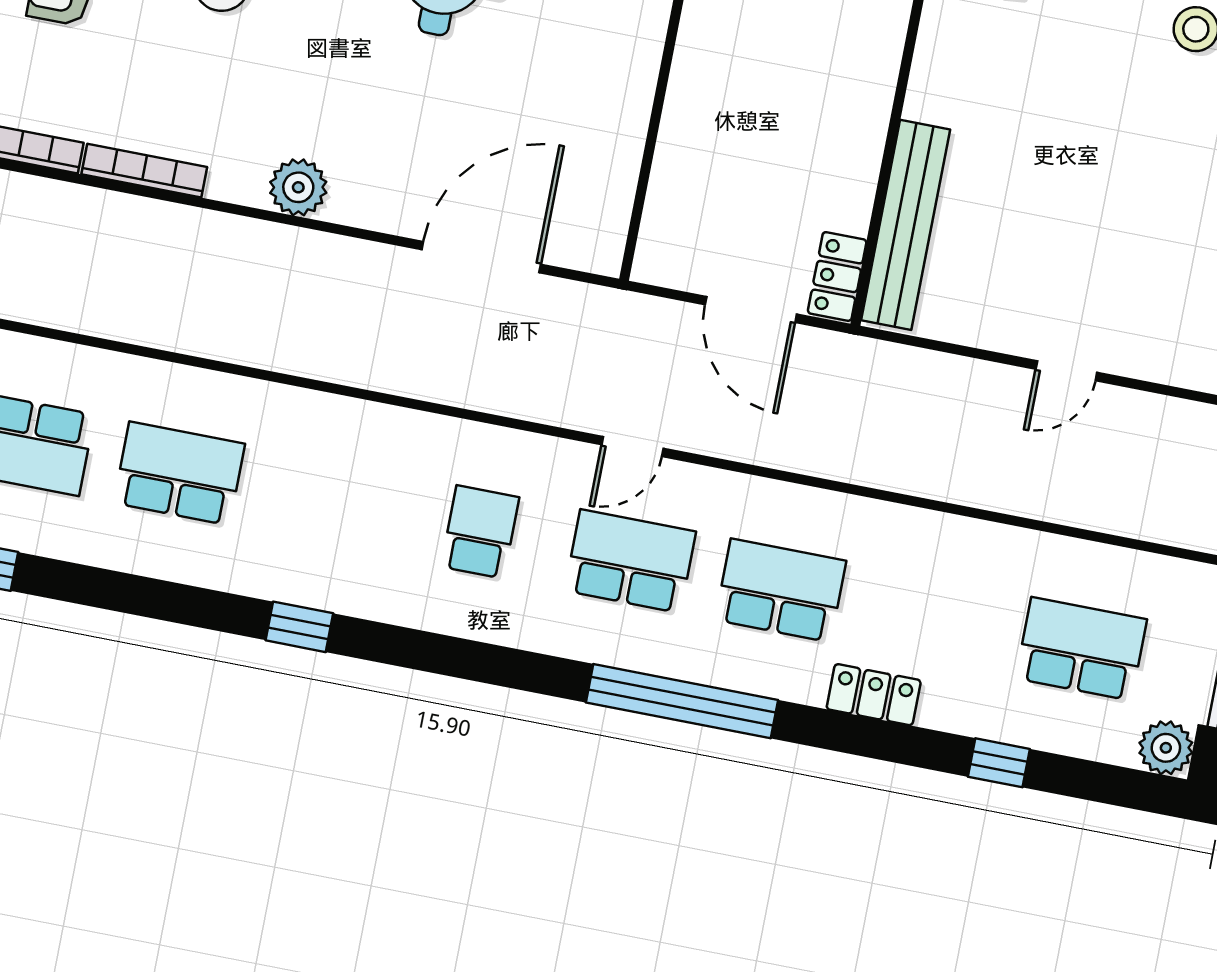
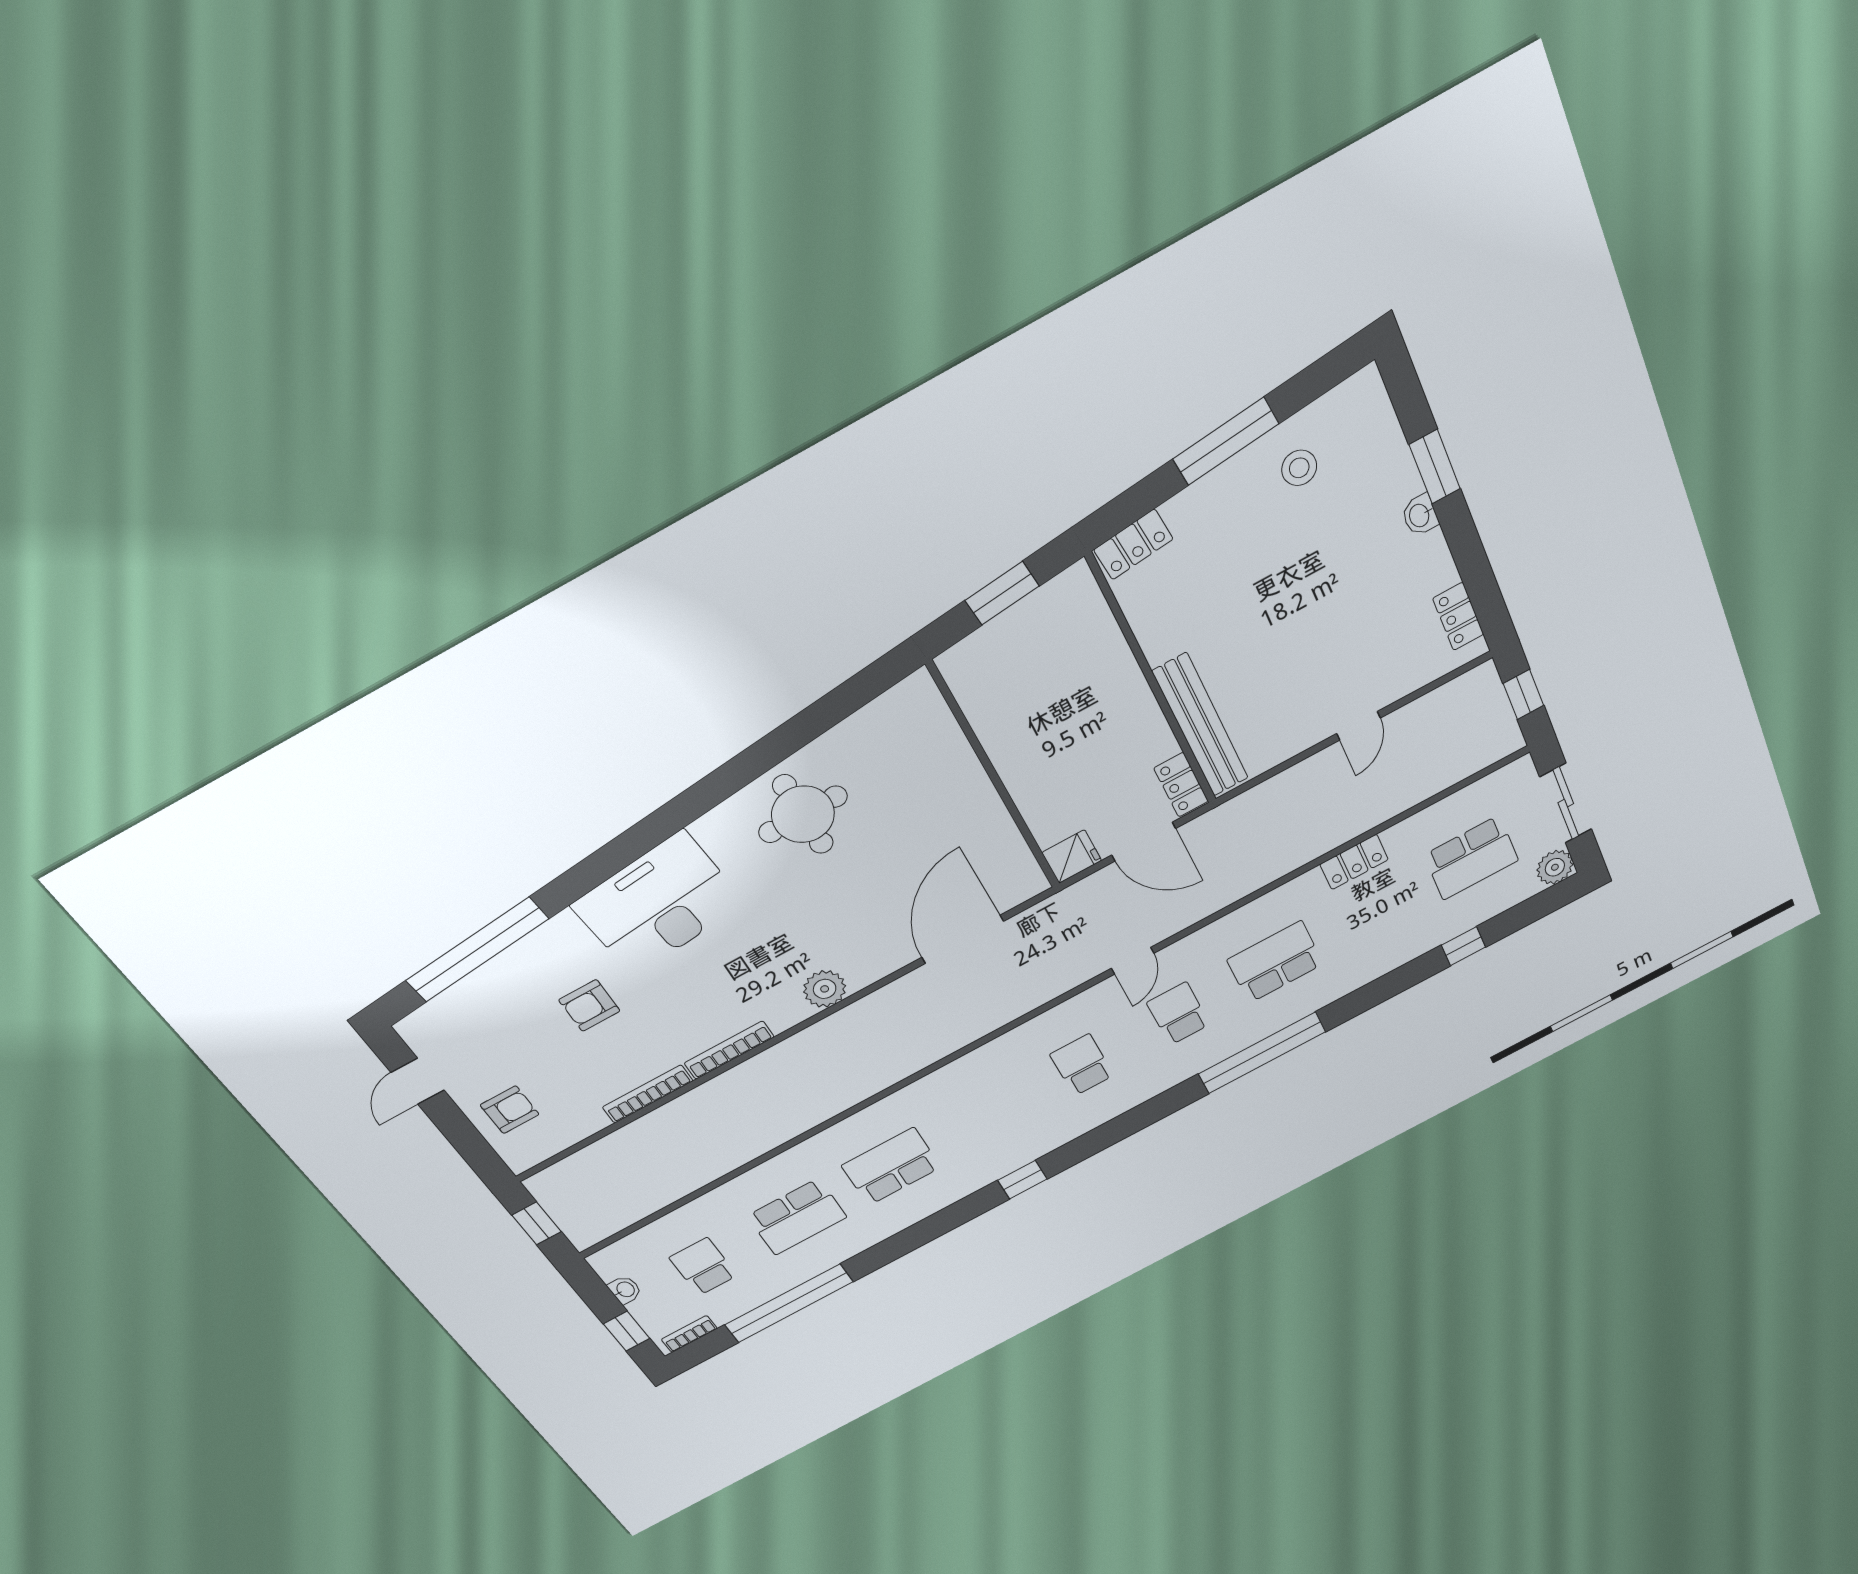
fridge: (666, 260) -> (1072, 857), added
school desk: (630, 561) -> (1178, 1014), width x0.54
school desk: (1081, 649) -> (1471, 858), turned 180
locker: (874, 695) -> (1354, 862), moved, turned 180

